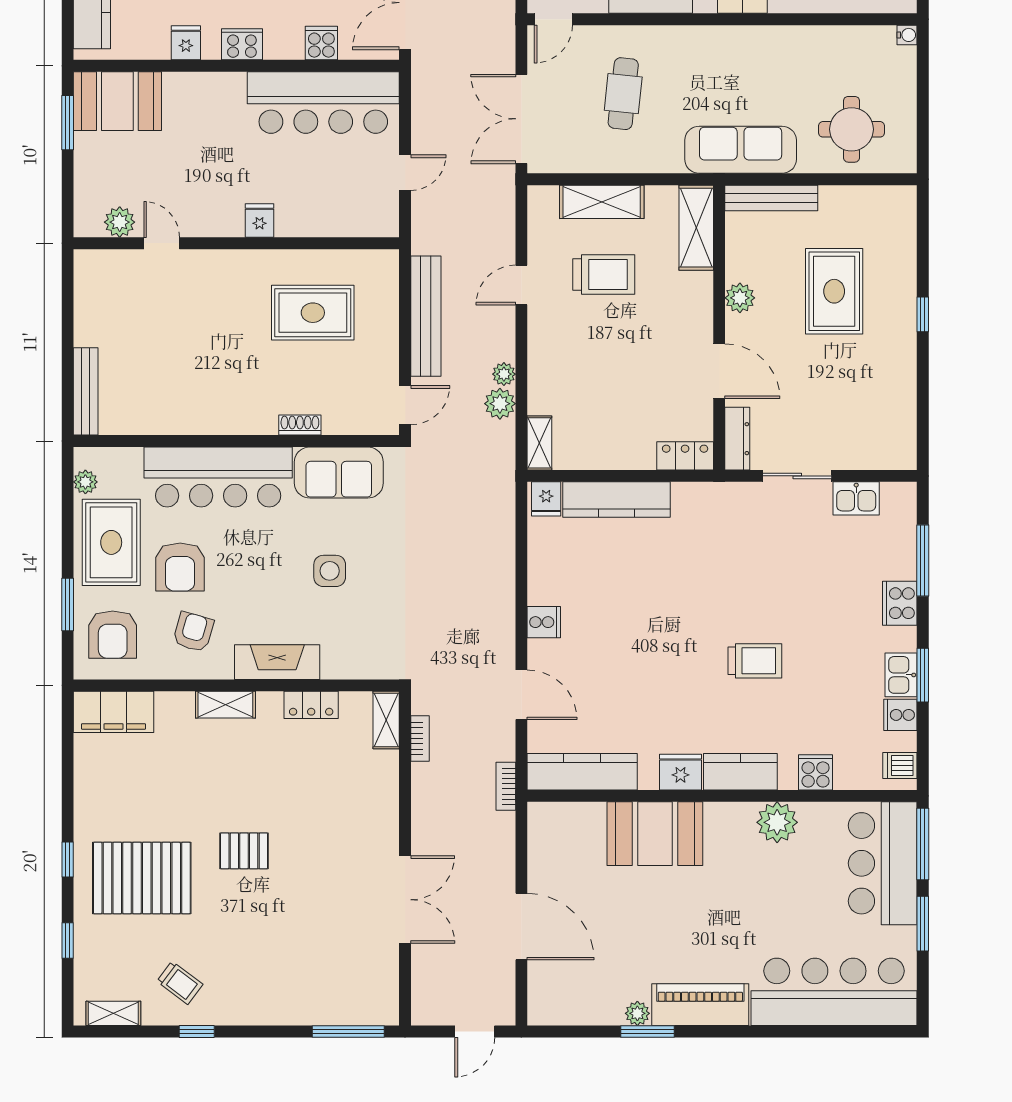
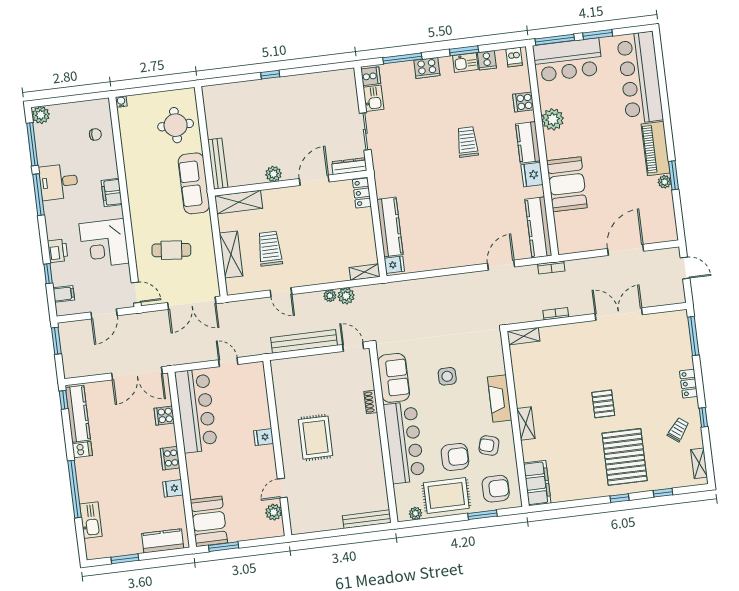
rug: (834, 291) -> (264, 124), removed
rug: (313, 313) -> (316, 438), moved
cooker: (544, 622) -> (371, 76), moved, turned 90
locker: (311, 705) -> (689, 384), moved, turned 180
bookcase: (420, 738) -> (556, 314), moved

